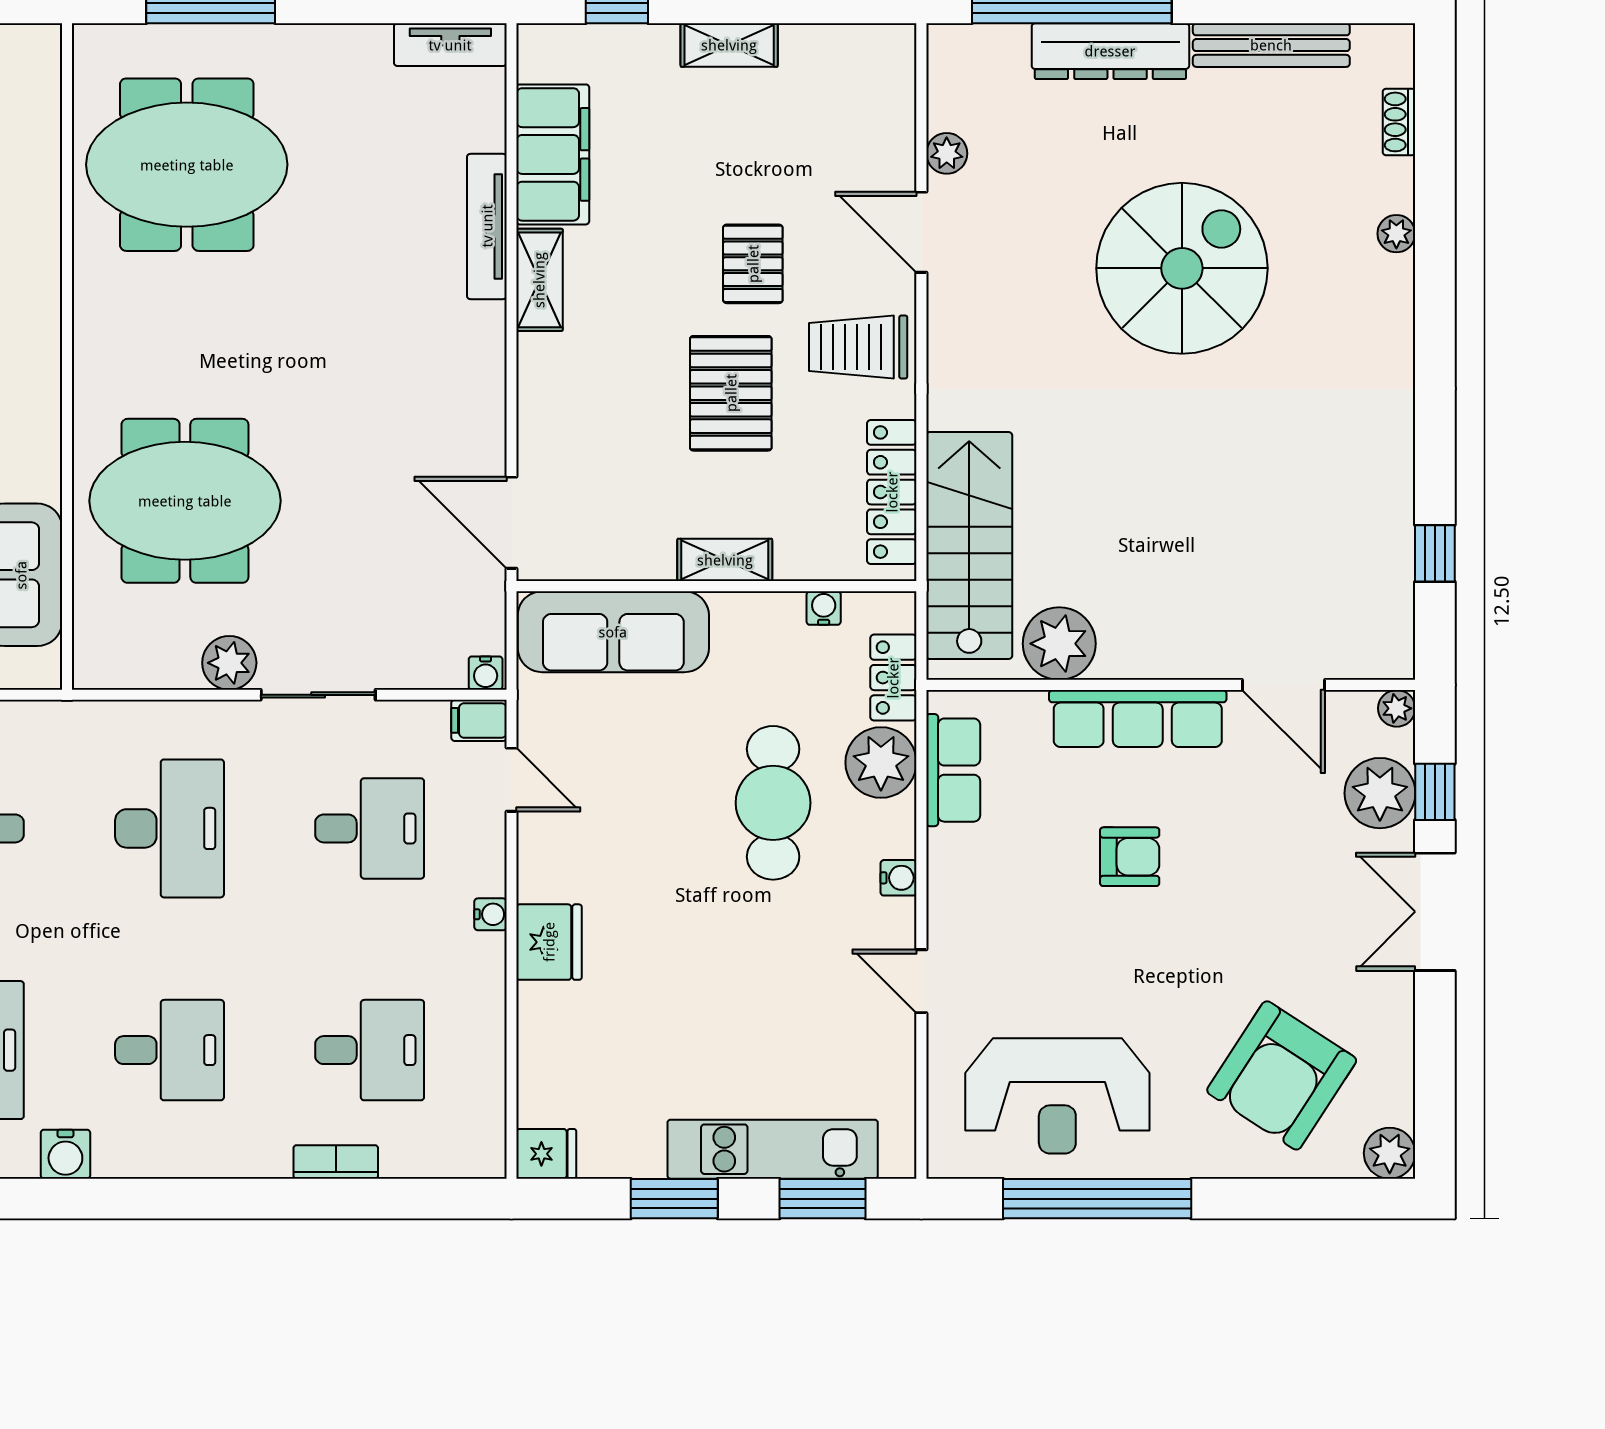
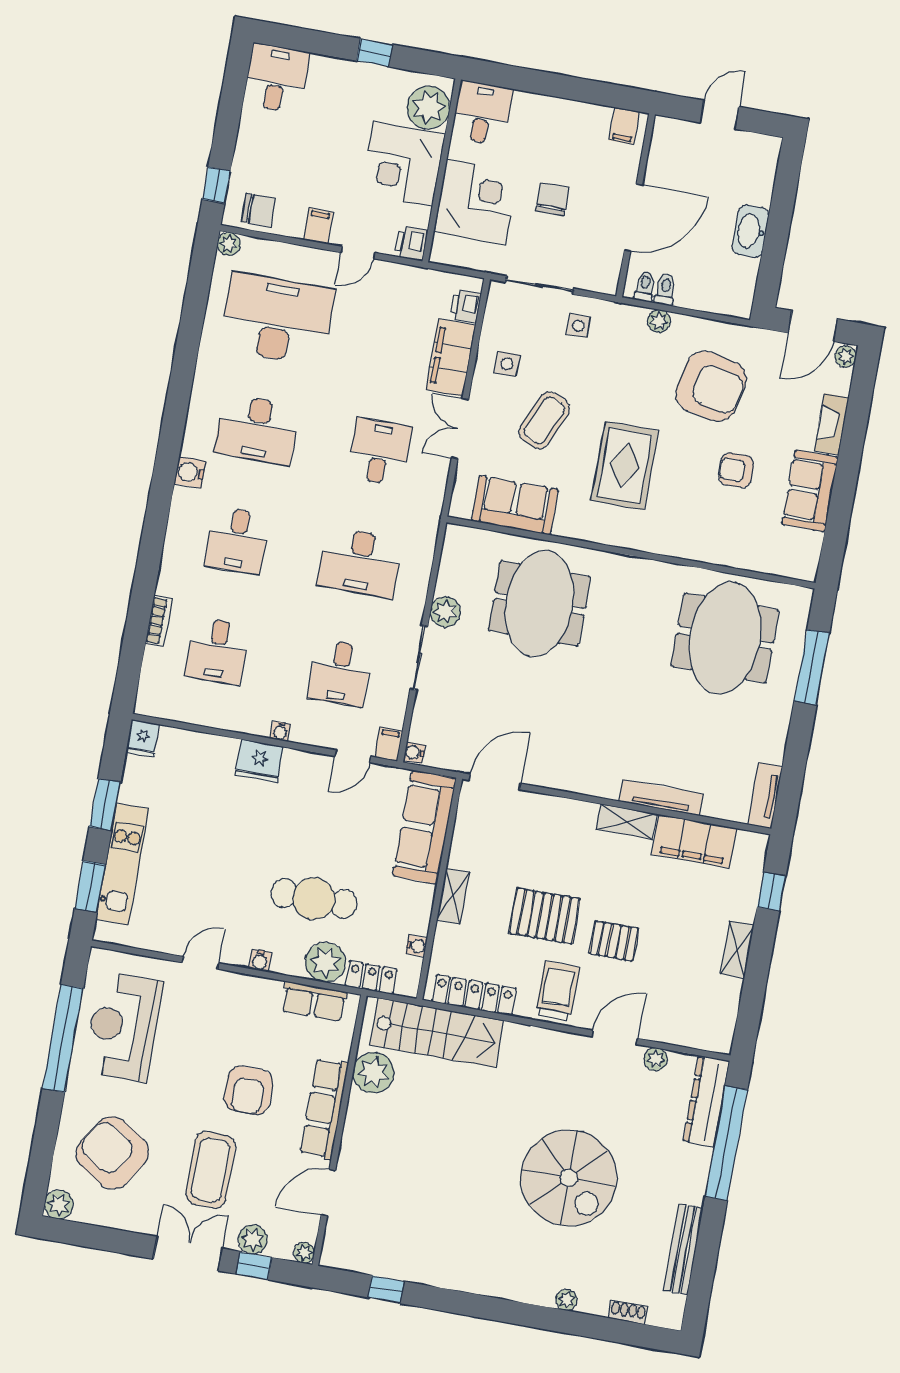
dresser: (1110, 51) -> (706, 1102), moved
plant: (1380, 793) -> (253, 1239), width x0.73, depth x0.73
armchair: (1130, 857) -> (249, 1090), width x1.38, depth x1.38
coffee table: (1281, 898) -> (211, 1170), added

